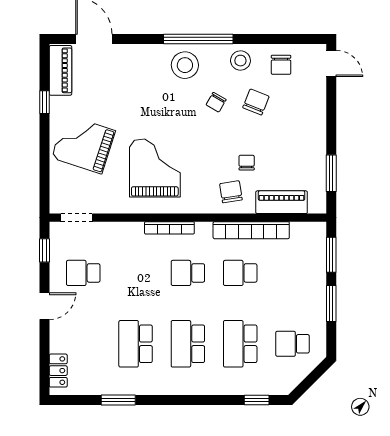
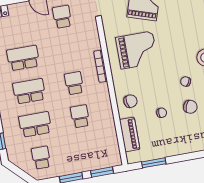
chair: (247, 163) -> (162, 113), moved
bookcase: (251, 230) -> (108, 118), removed

